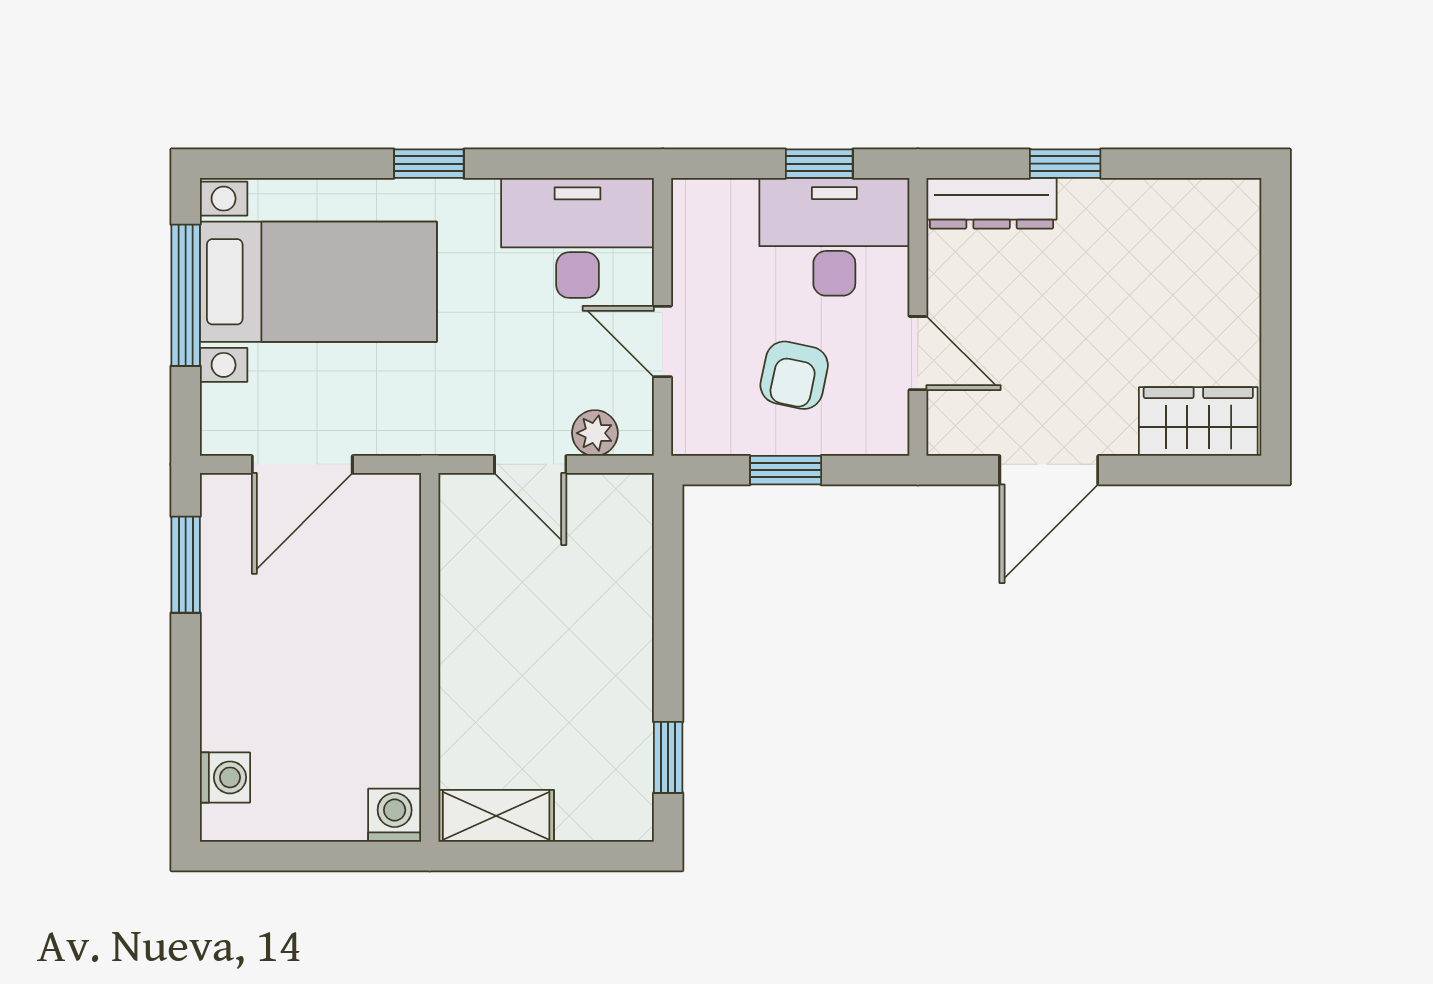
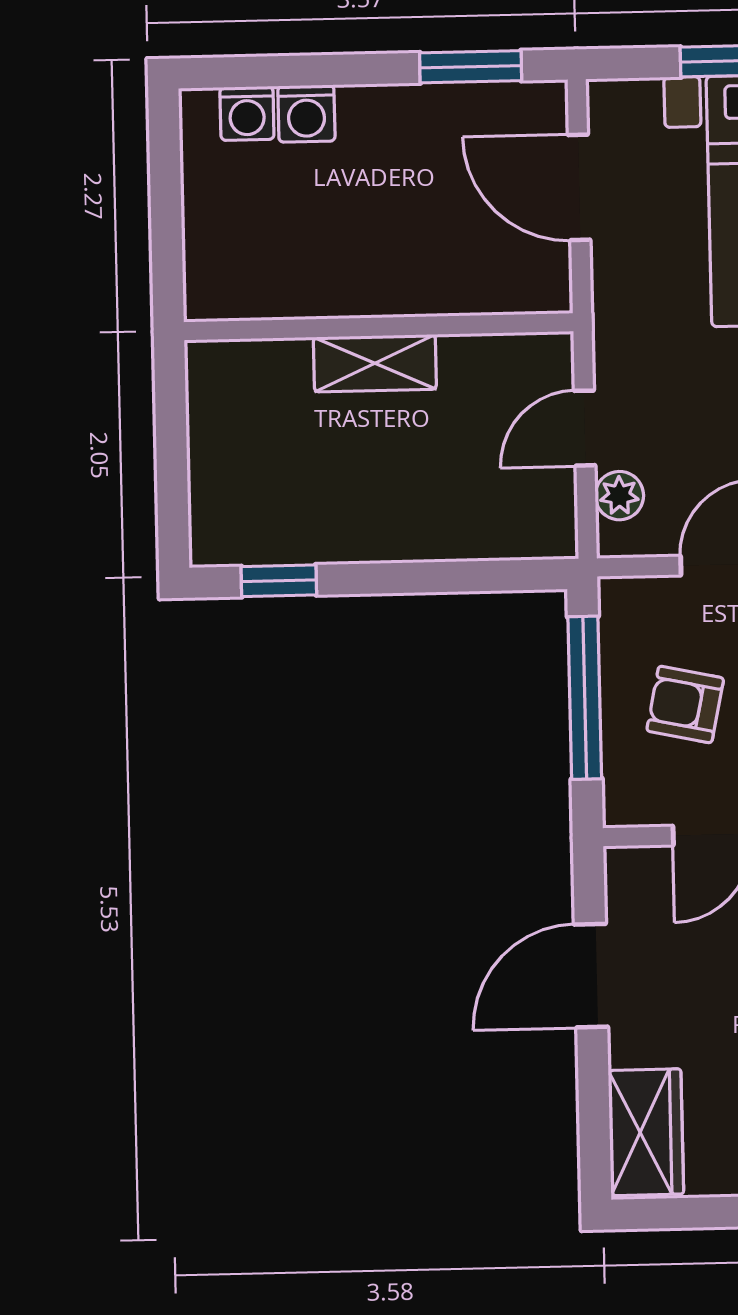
window: (786, 470) -> (585, 698), width x2.17
door: (1049, 470) -> (591, 976), hinge flipped
washing machine: (395, 815) -> (306, 114), moved, turned 90
shelving: (496, 816) -> (375, 363), moved, turned 90

